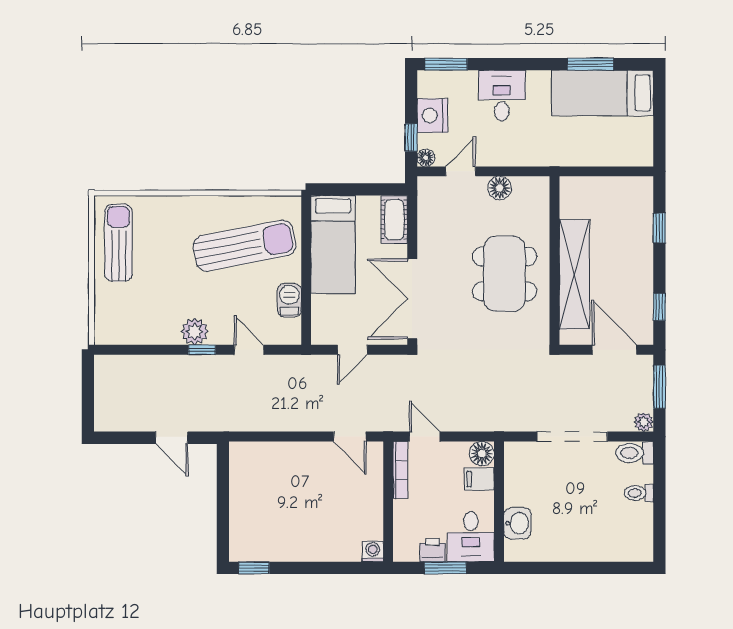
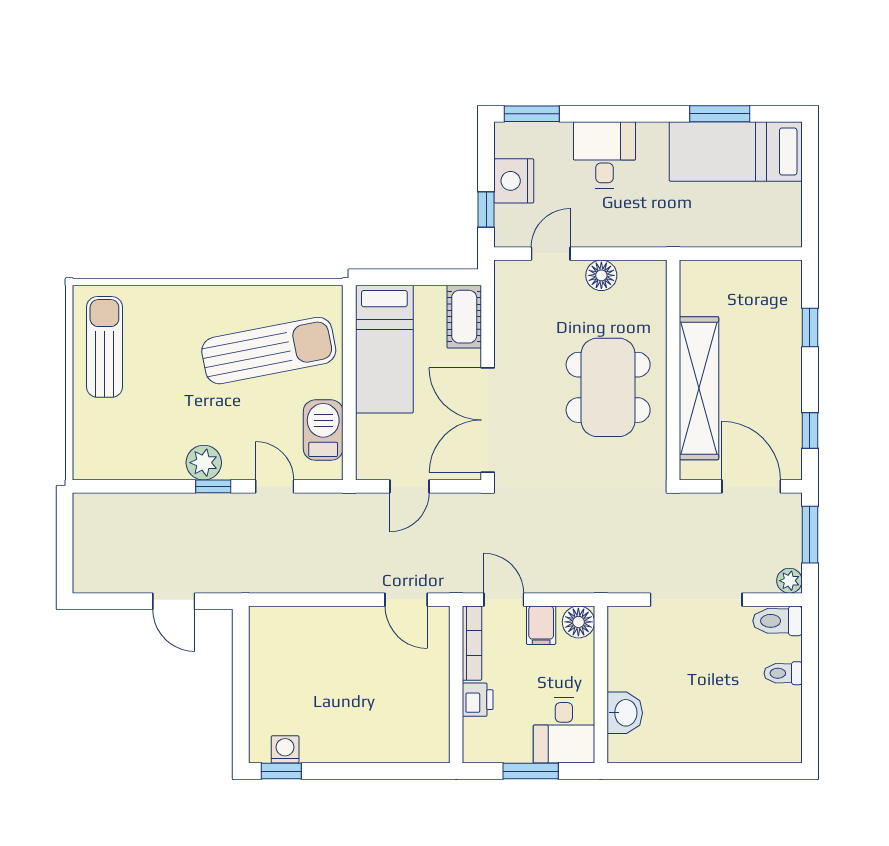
floor lamp: (426, 158) -> (505, 236), removed
barbecue: (289, 300) -> (323, 430), width x1.38, depth x1.27
filing cabinet: (479, 479) -> (541, 625), moved, turned -90
printer: (432, 550) -> (478, 700), moved, turned 90
washing machine: (373, 551) -> (285, 749), moved

